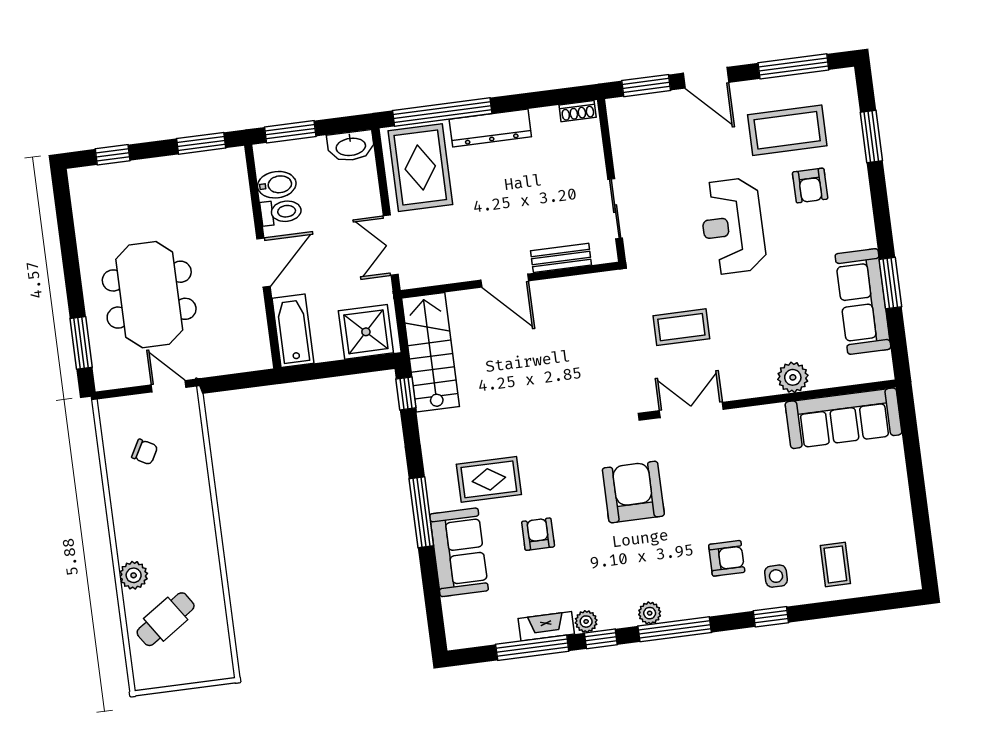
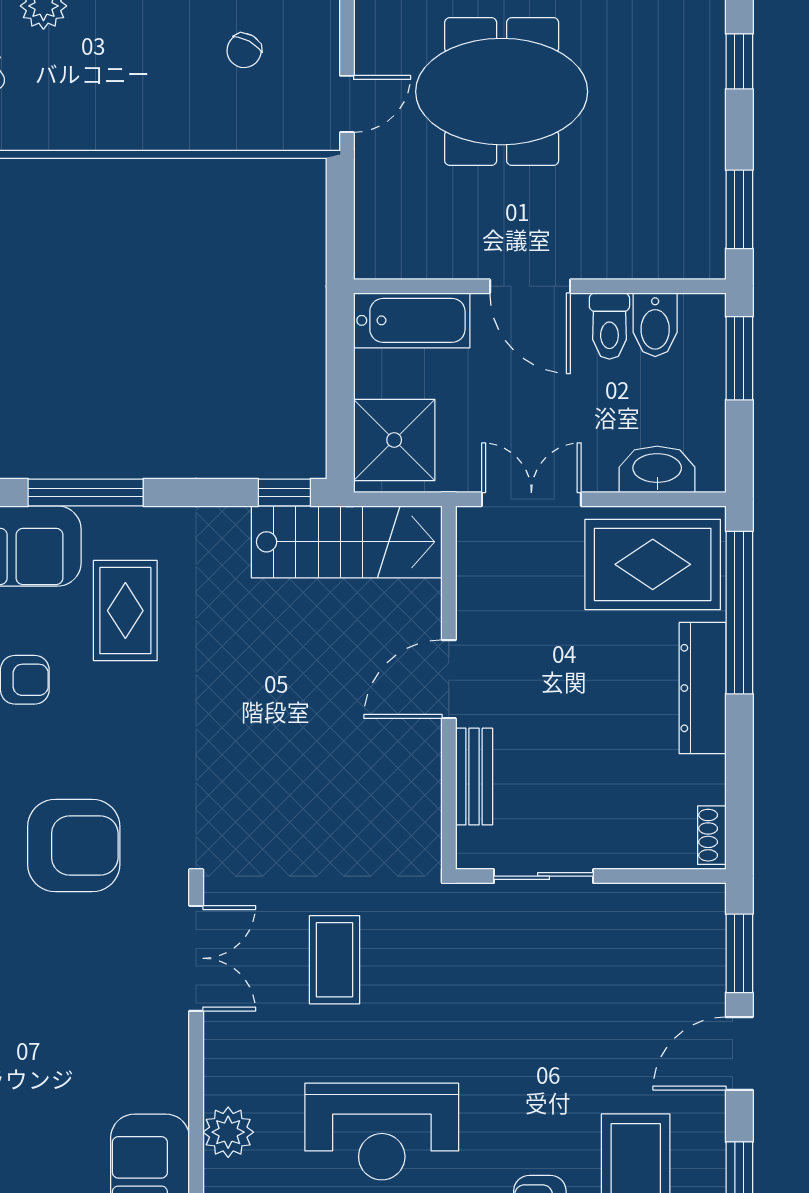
washbasin: (351, 146) -> (657, 469), moved, turned 90
reception desk: (733, 226) -> (382, 1132), moved, turned 180

